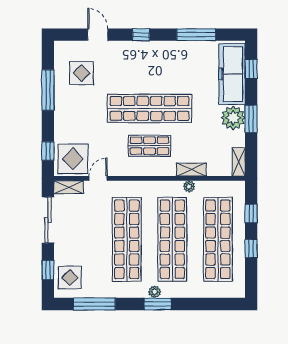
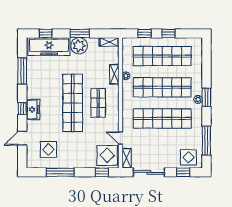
freezer: (140, 50) -> (33, 110), added

